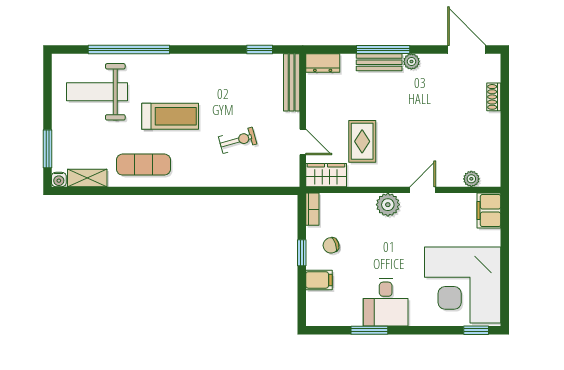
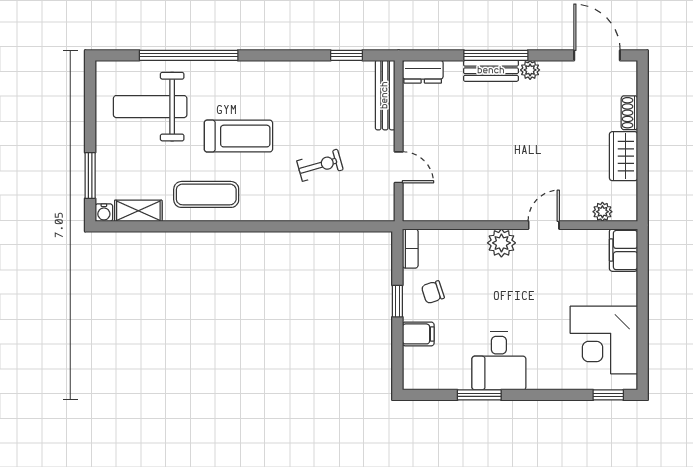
rug: (362, 141) -> (470, 166), removed
wardrobe: (326, 175) -> (624, 156), moved, turned -90
corner desk: (463, 285) -> (604, 340), width x0.74, depth x0.74

